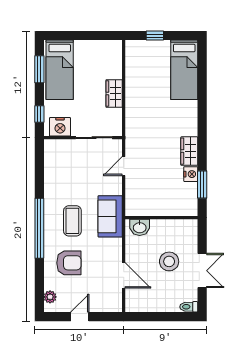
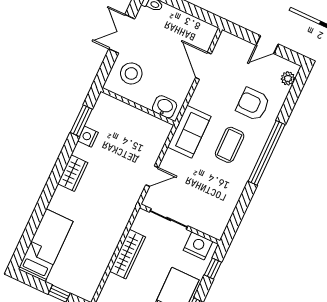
wardrobe: (114, 94) -> (128, 254), width x1.50
wardrobe: (189, 151) -> (73, 173), moved
stool: (169, 261) -> (131, 73), moved

